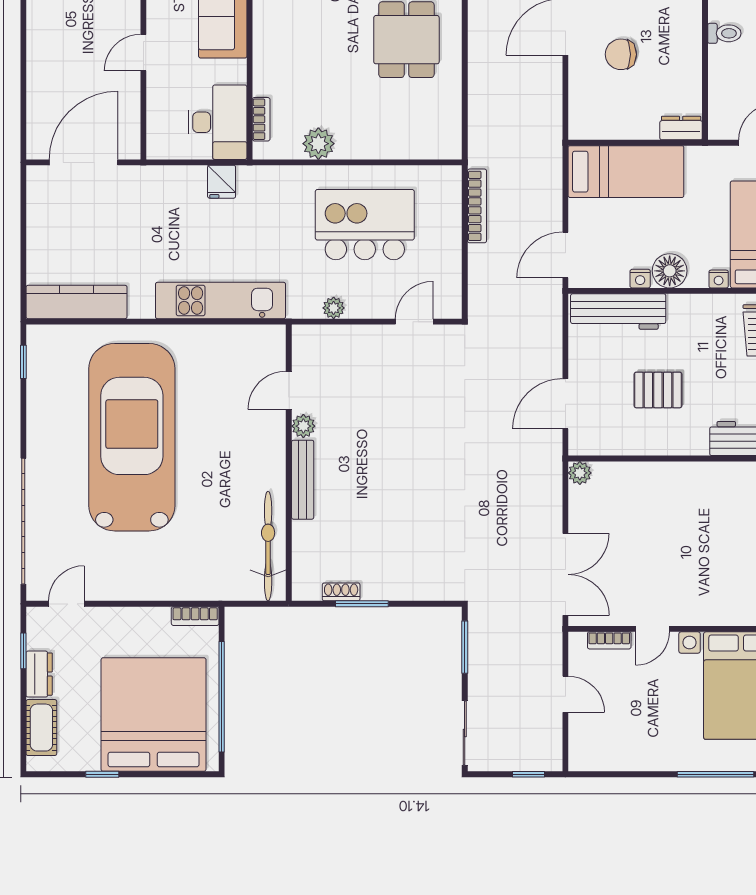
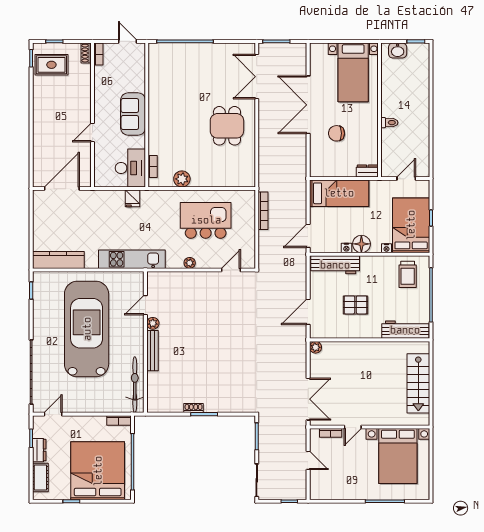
door: (289, 390) -> (145, 305), moved
plant: (303, 426) -> (153, 323), moved
wall: (289, 463) -> (145, 342), moved
bench: (303, 480) -> (152, 351), moved
bicycle: (268, 546) -> (135, 385), moved

